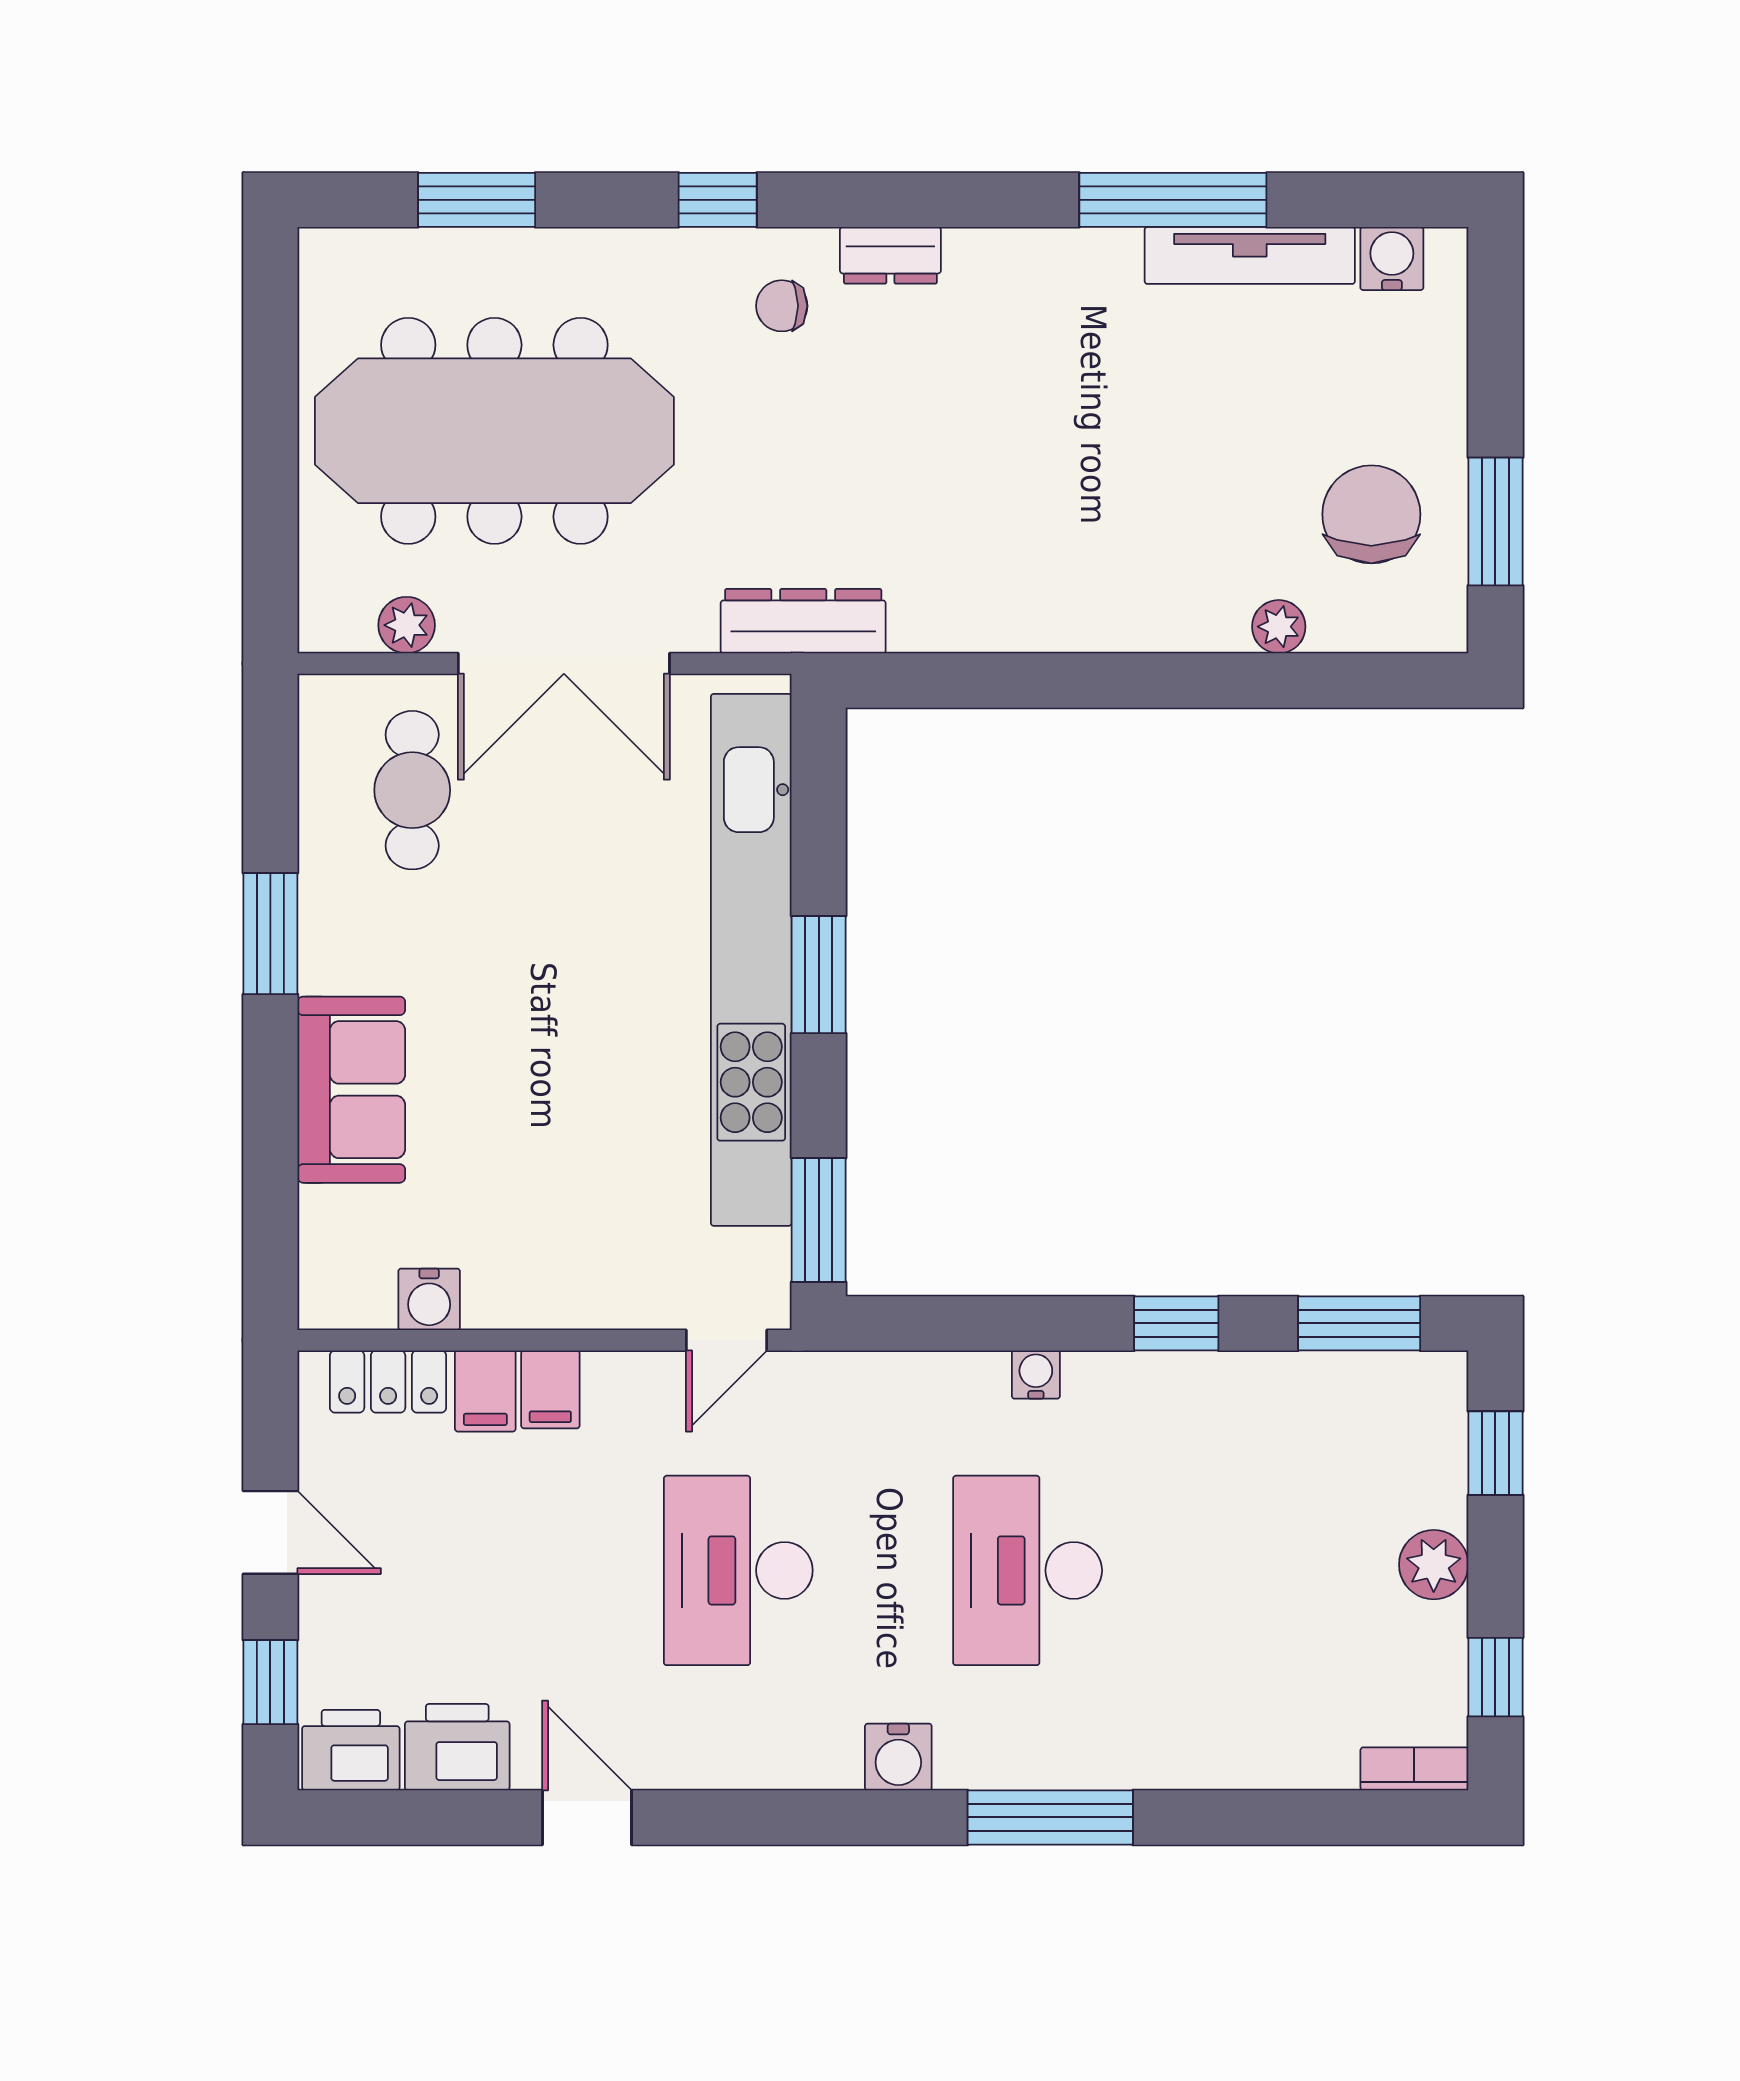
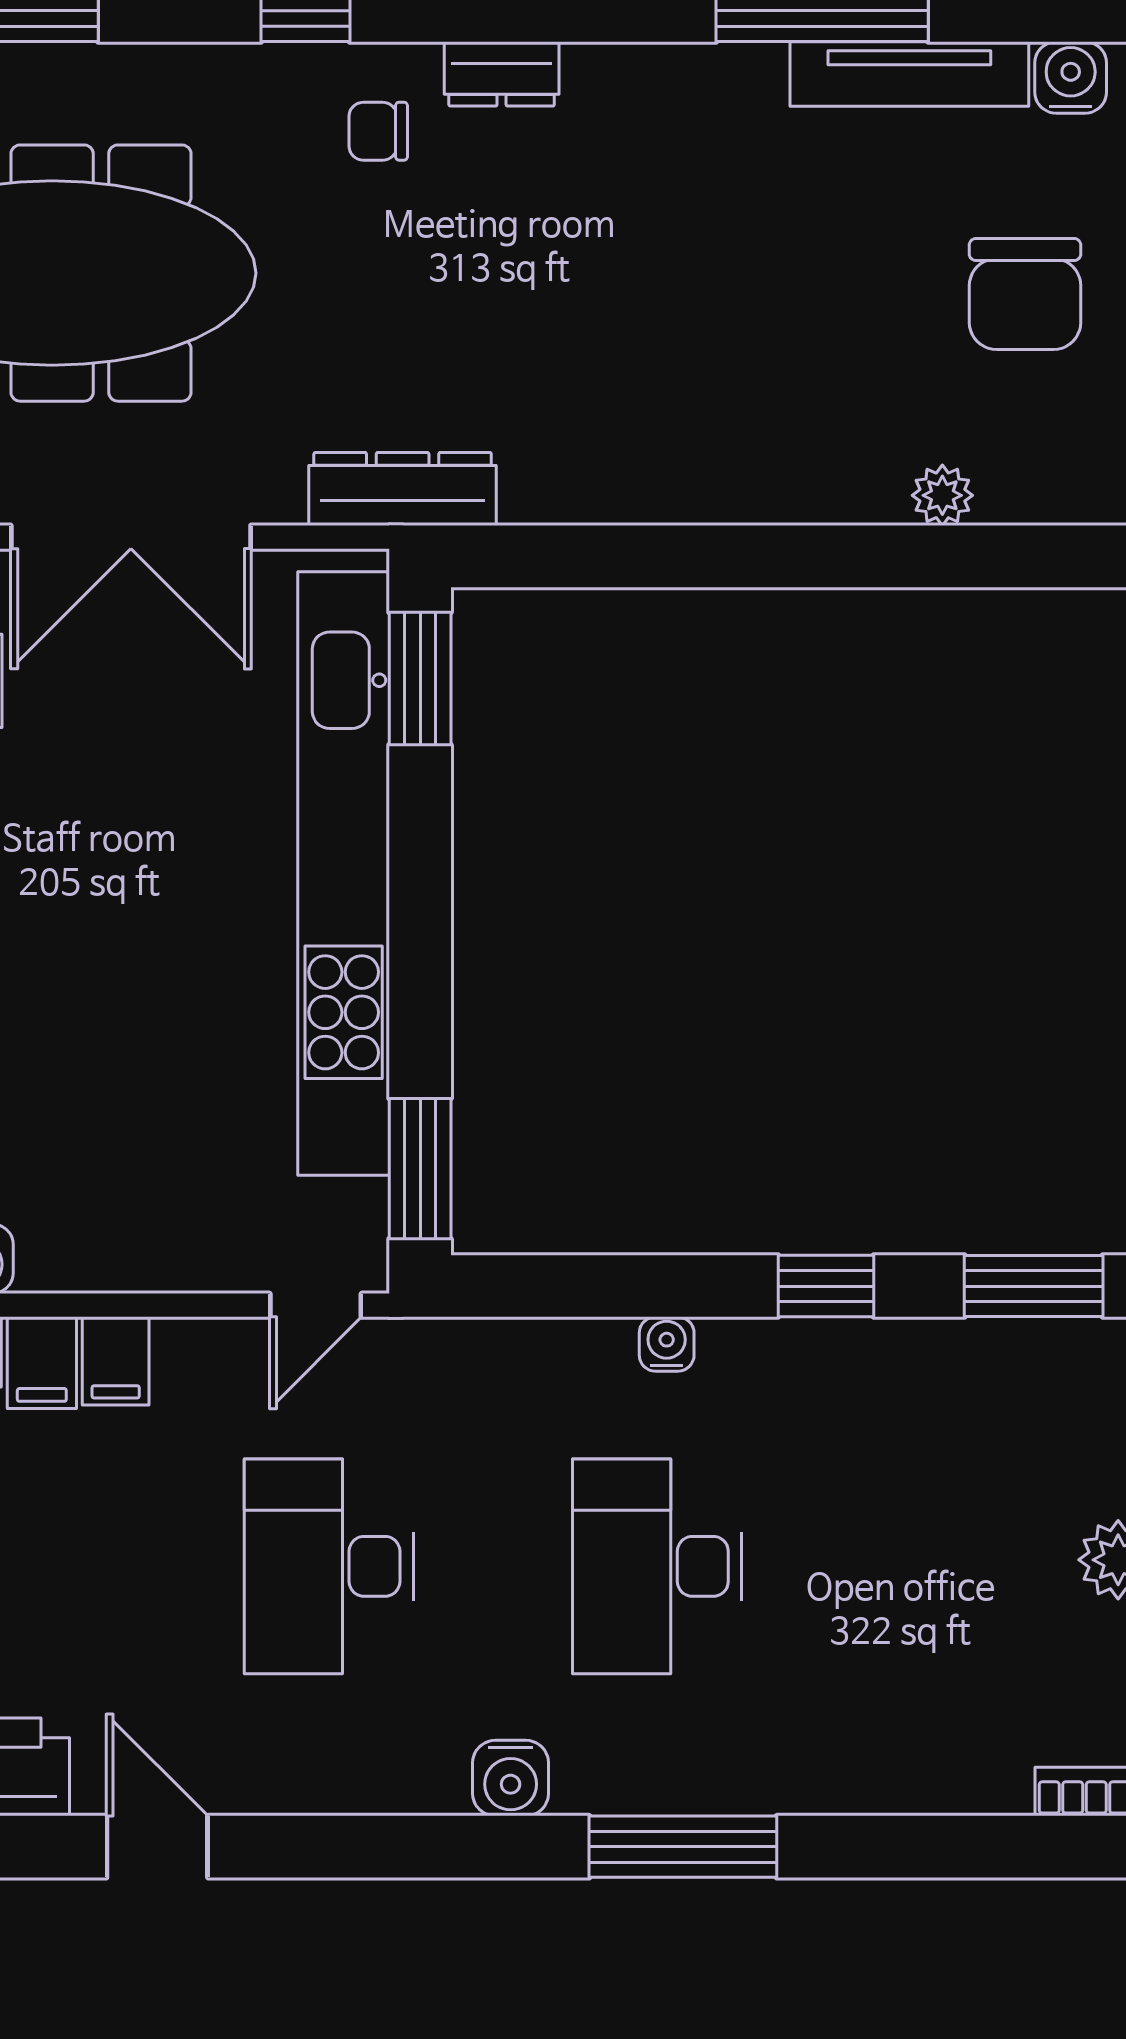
chair: (1371, 514) -> (1025, 294), moved, turned 180
window: (819, 975) -> (420, 679), moved

